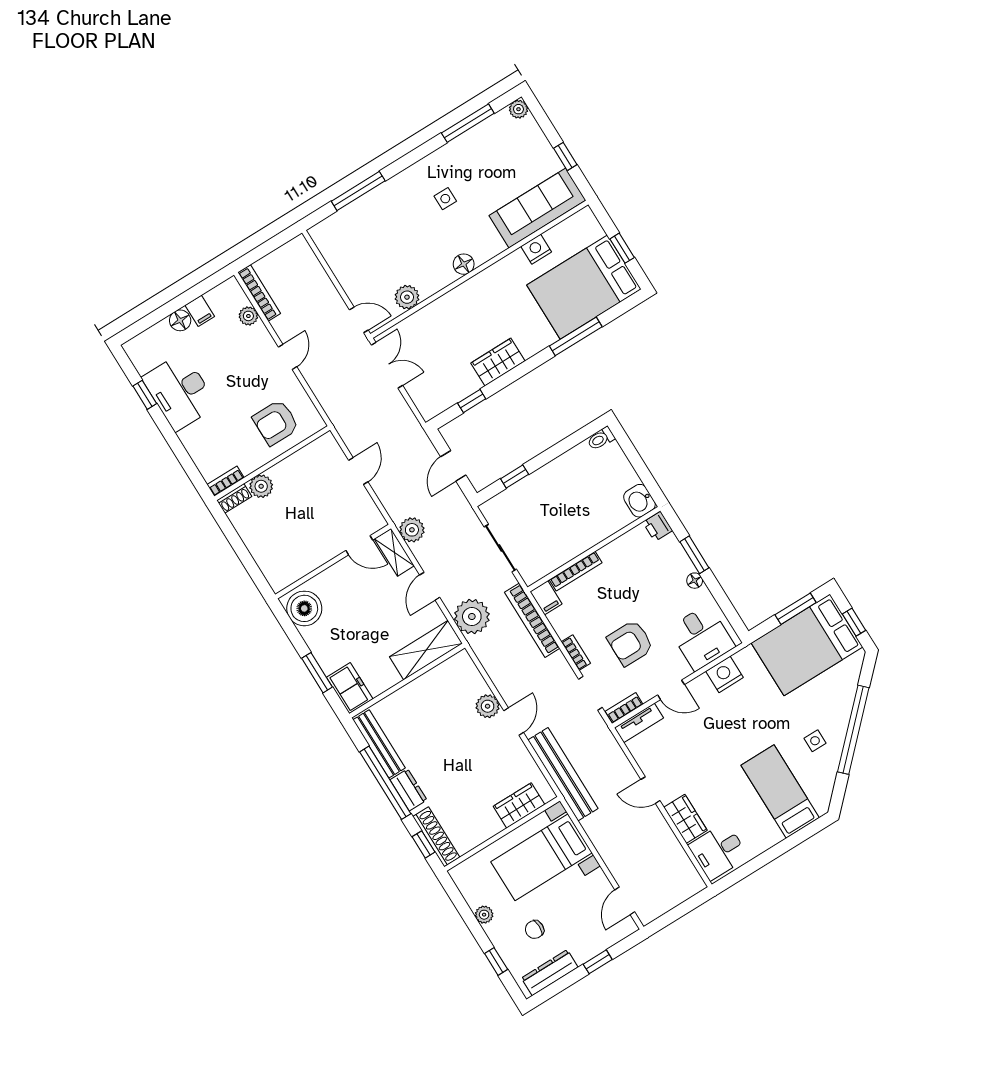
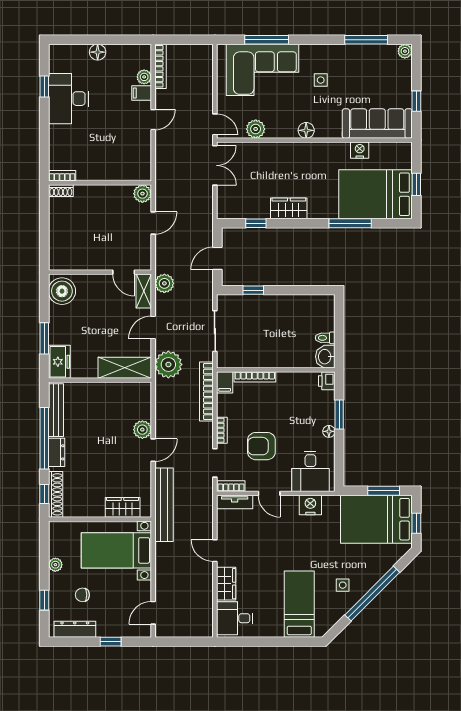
corner sofa: (374, 227) -> (262, 70), added
filing cabinet: (200, 311) -> (142, 93), moved, turned 90
armchair: (276, 423) -> (119, 158), removed
toilet: (601, 439) -> (325, 338), moved
plant: (261, 486) -> (142, 194), moved

